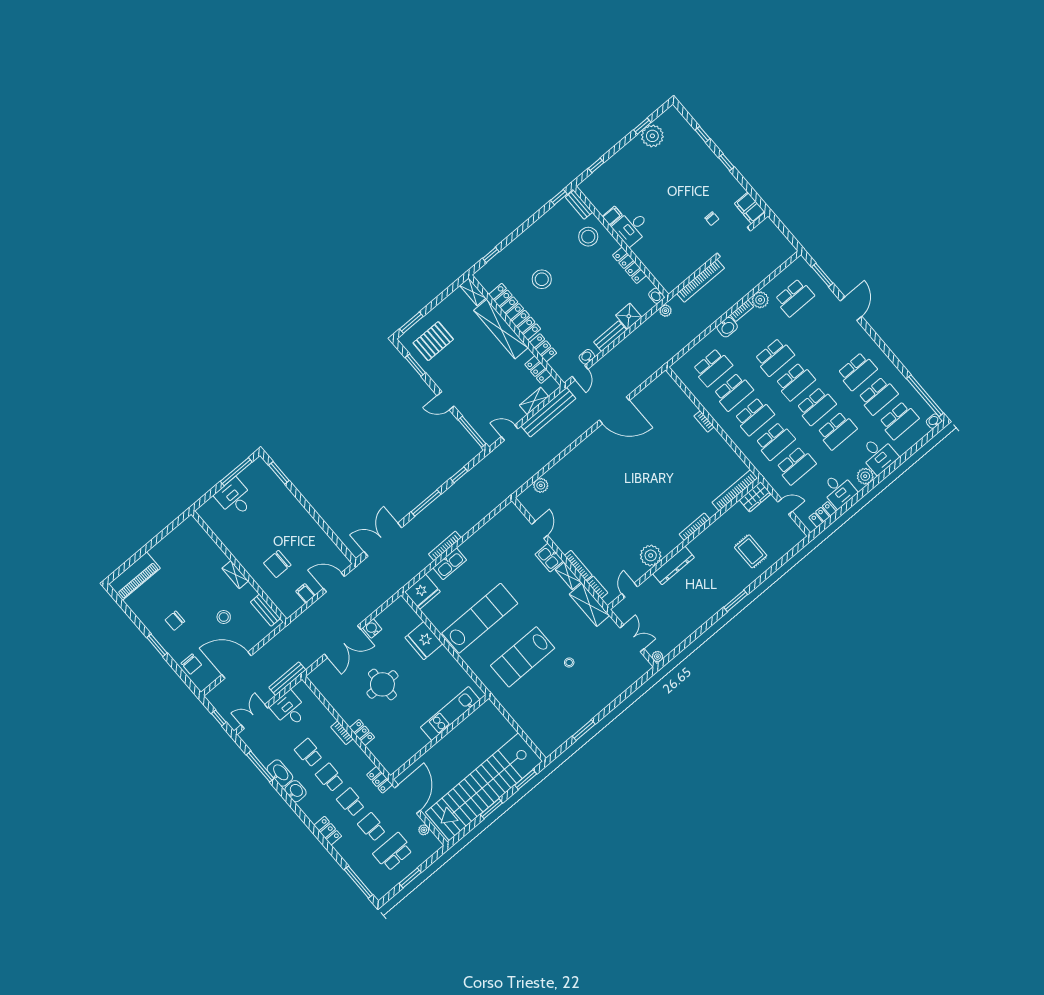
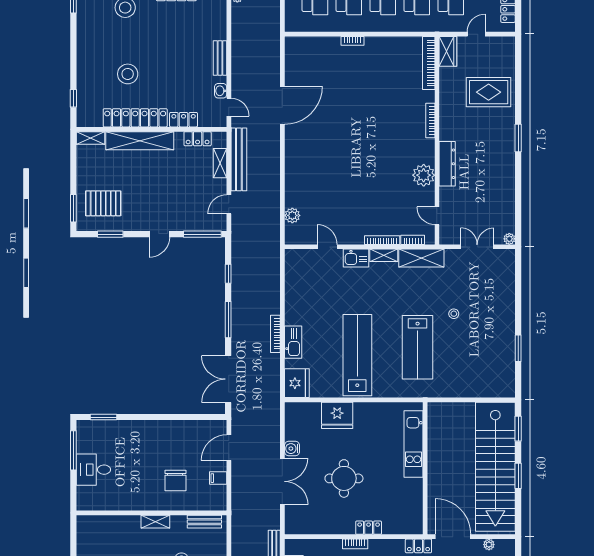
shower: (629, 316) -> (217, 29), removed
pallet: (433, 341) -> (103, 203), turned 90
rug: (751, 551) -> (489, 92), width x1.36, depth x1.43

